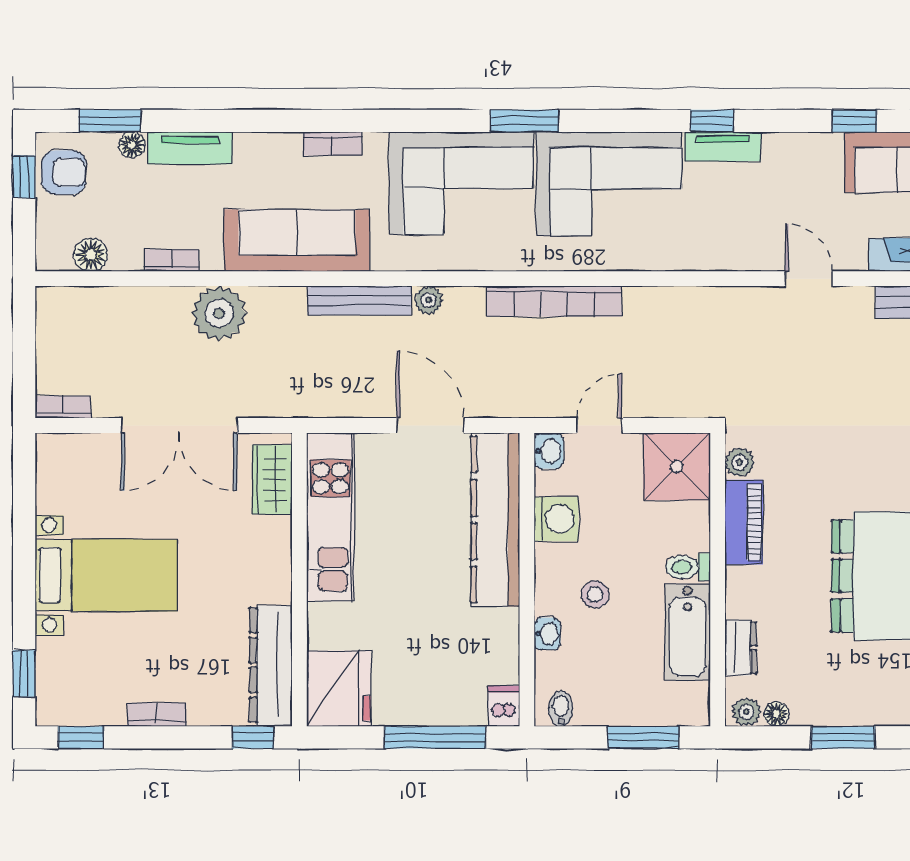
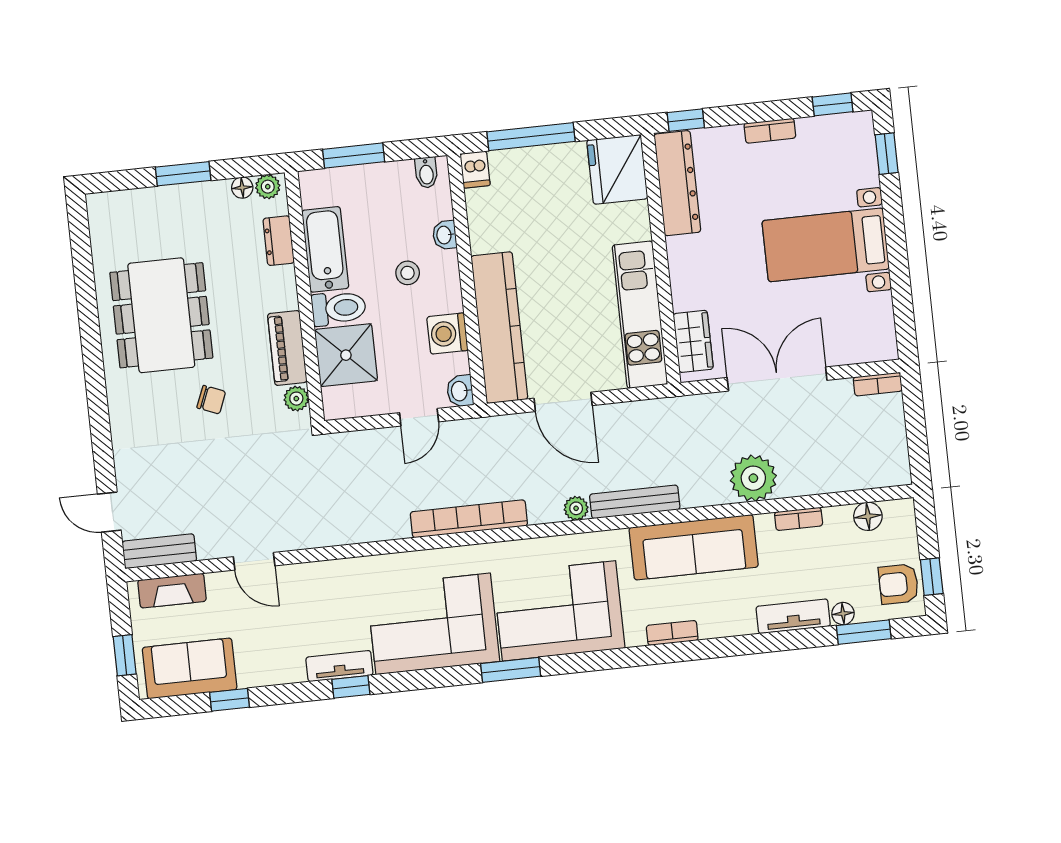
shower: (677, 466) -> (346, 355), moved
chair: (839, 472) -> (211, 400), added
toilet: (688, 567) -> (339, 308), width x1.37, depth x1.39

